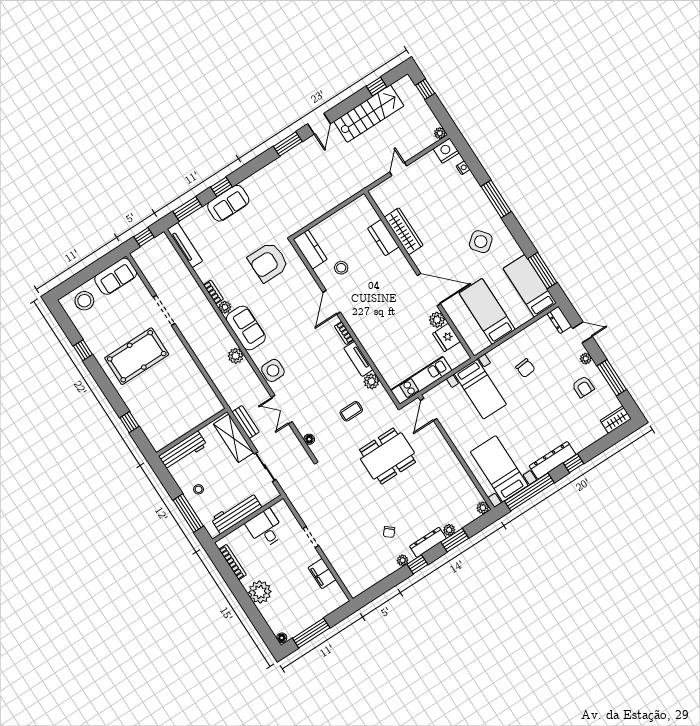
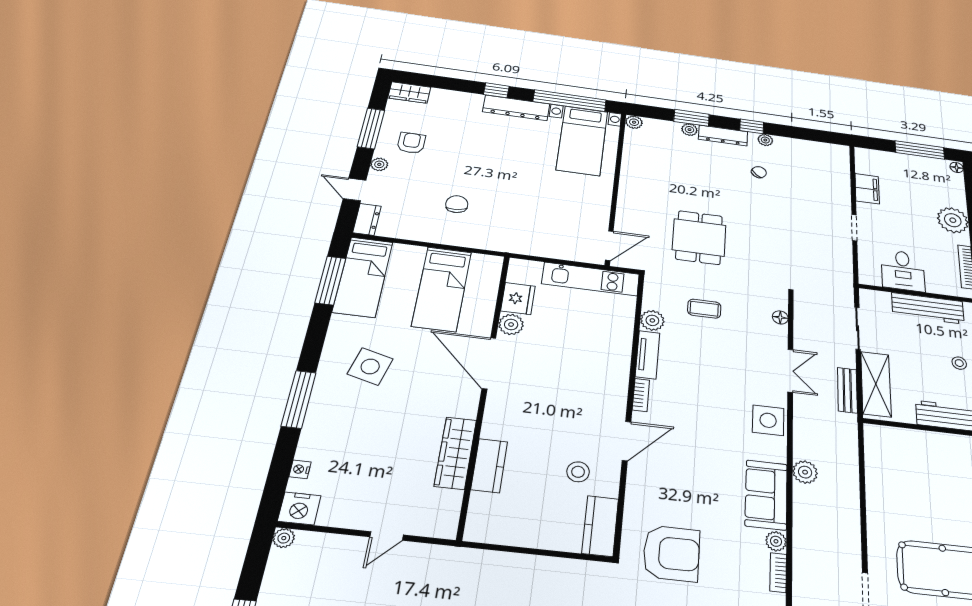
side table: (481, 242) -> (370, 366), turned -36
bed with nightstands: (480, 389) -> (529, 222), removed
dining table: (387, 456) -> (699, 237), width x0.73

